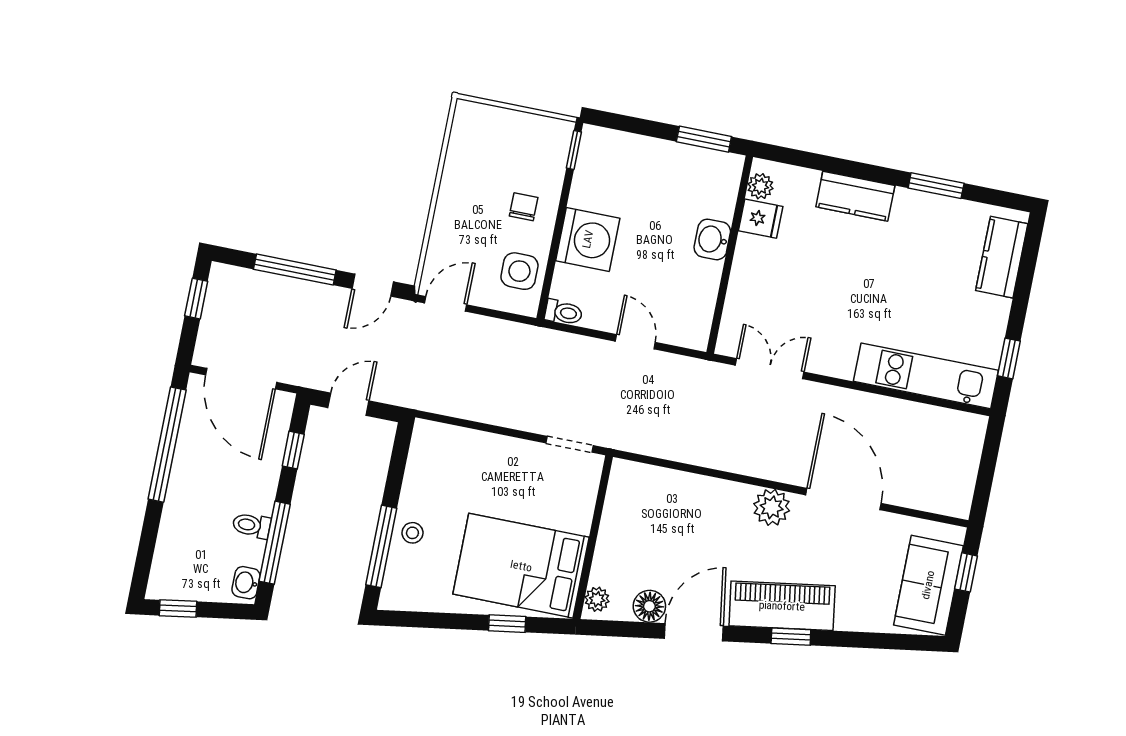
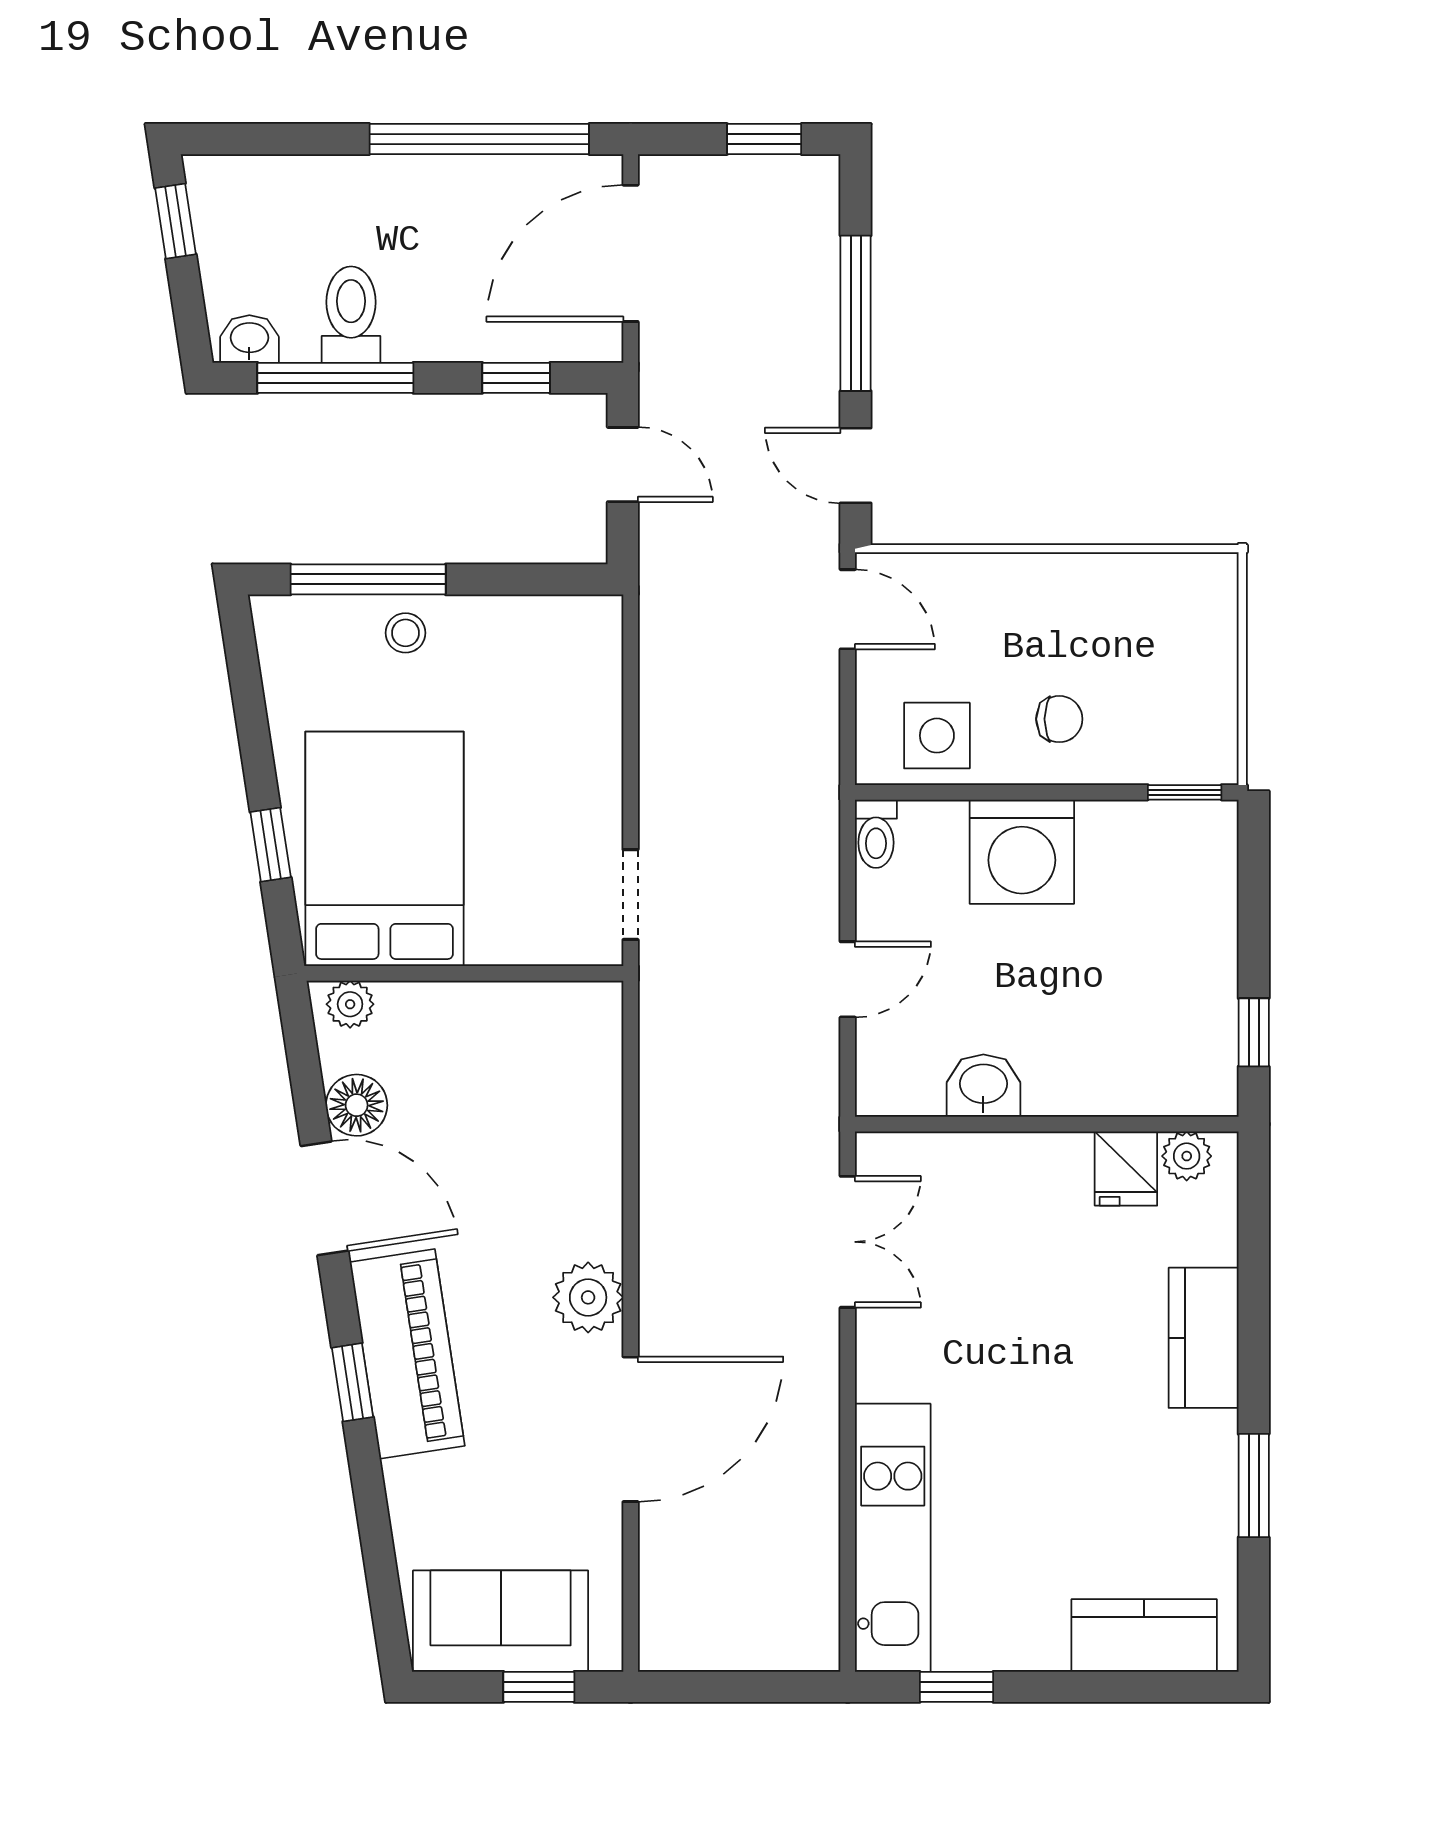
window: (704, 139) -> (1254, 1032), width x0.67
washbasin: (712, 239) -> (983, 1086), moved
toilet: (252, 525) -> (351, 315), width x1.37, depth x1.39

